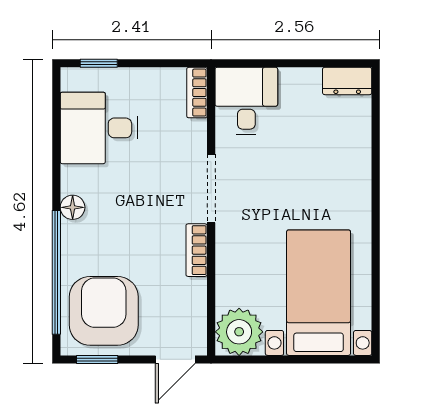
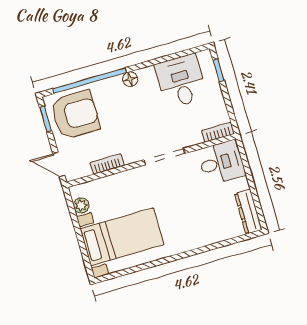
dresser: (347, 81) -> (248, 212), width x1.44
bookcase: (197, 250) -> (107, 164), moved
plant: (239, 332) -> (81, 205), width x0.53, depth x0.53

